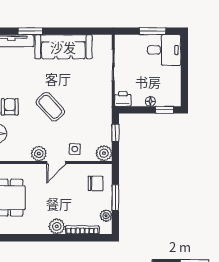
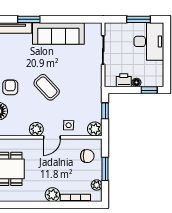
desk: (164, 50) -> (149, 41), width x1.37
printer: (123, 99) -> (124, 80), moved

